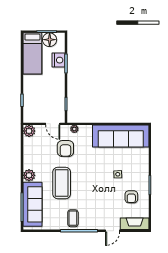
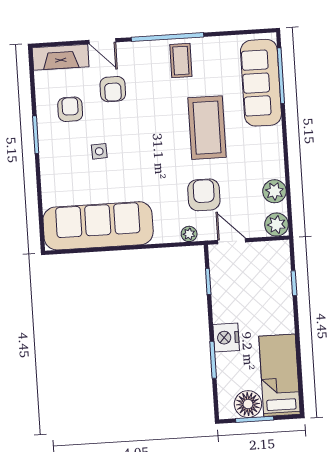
nightstand: (59, 60) -> (226, 338), moved
plant: (29, 175) -> (274, 191), moved
armchair: (109, 206) -> (113, 89), added
door: (113, 231) -> (102, 41), swing flipped

